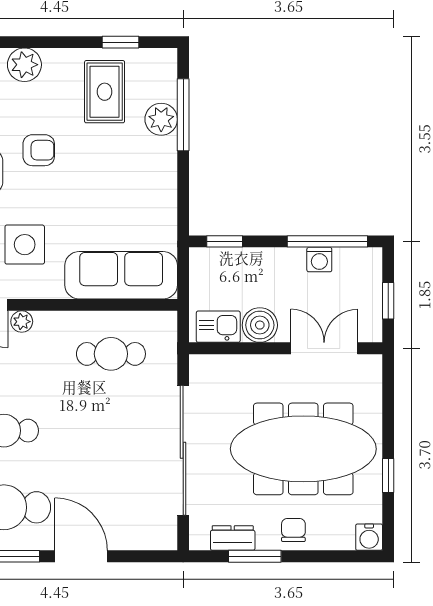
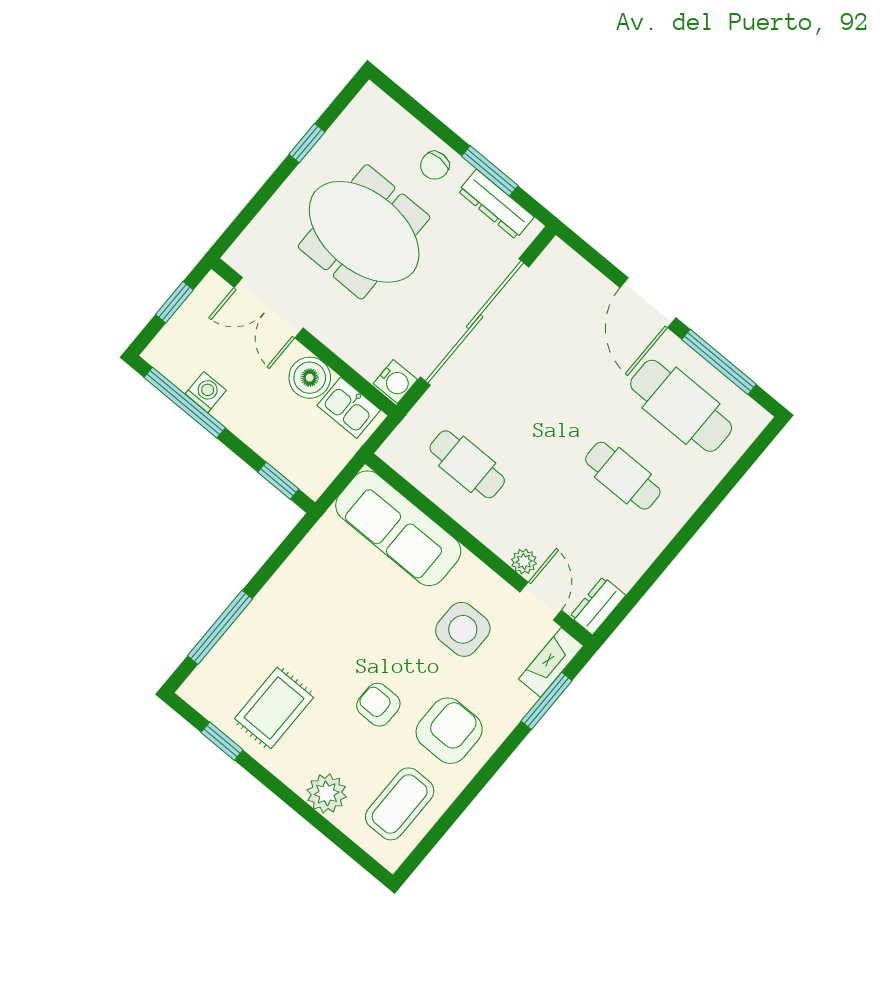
plant: (161, 119) -> (243, 640), removed
meeting table: (303, 449) -> (364, 232), width x0.73
water cooler: (369, 537) -> (395, 382), moved, turned 90
dresser: (233, 538) -> (496, 204), width x1.44

